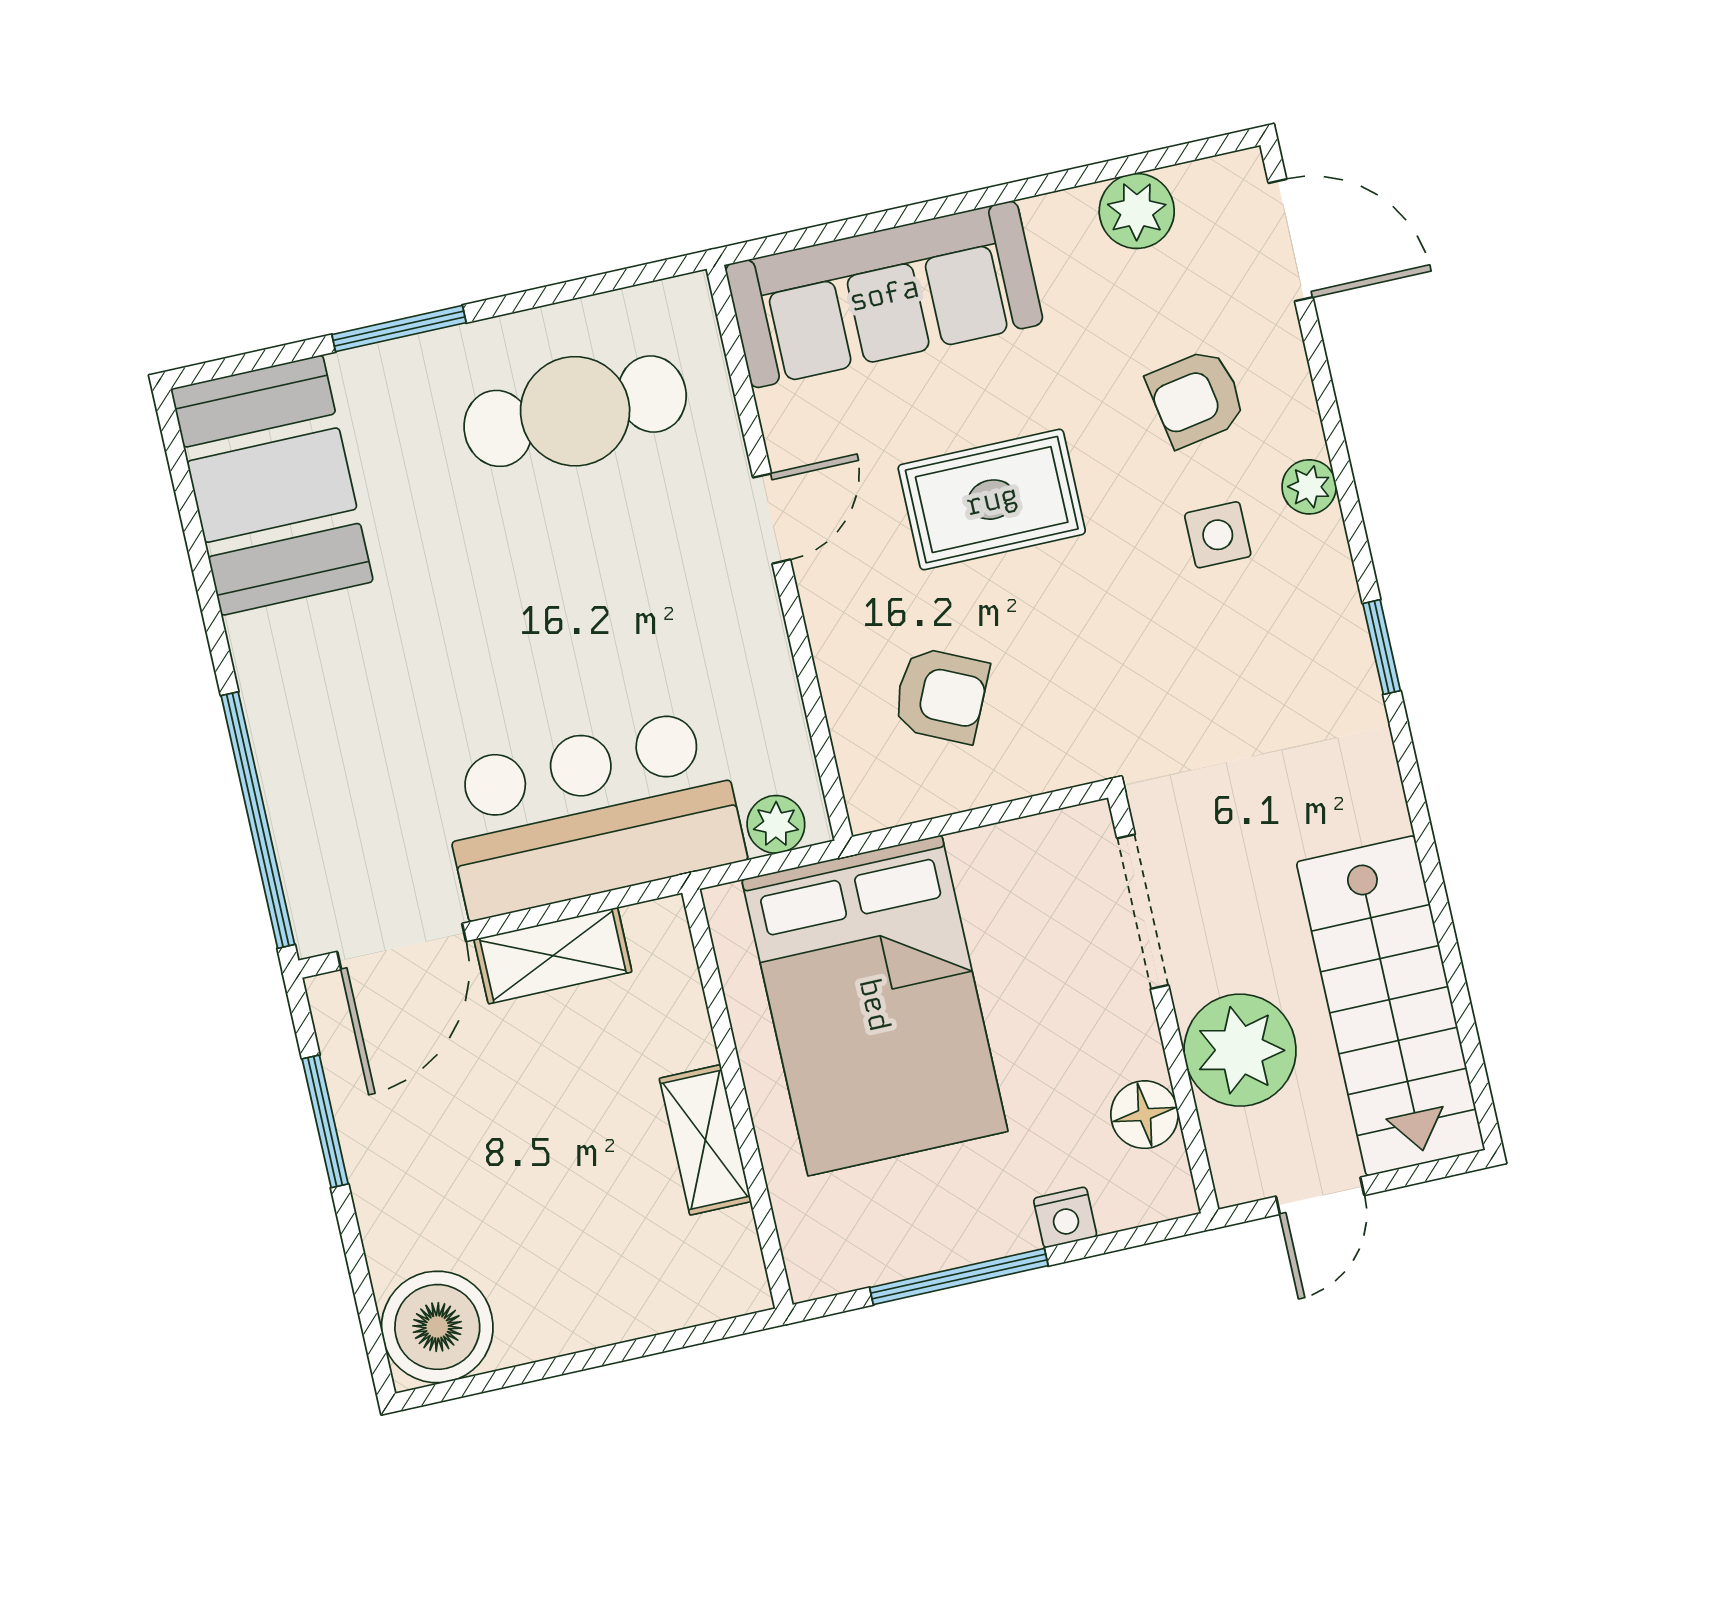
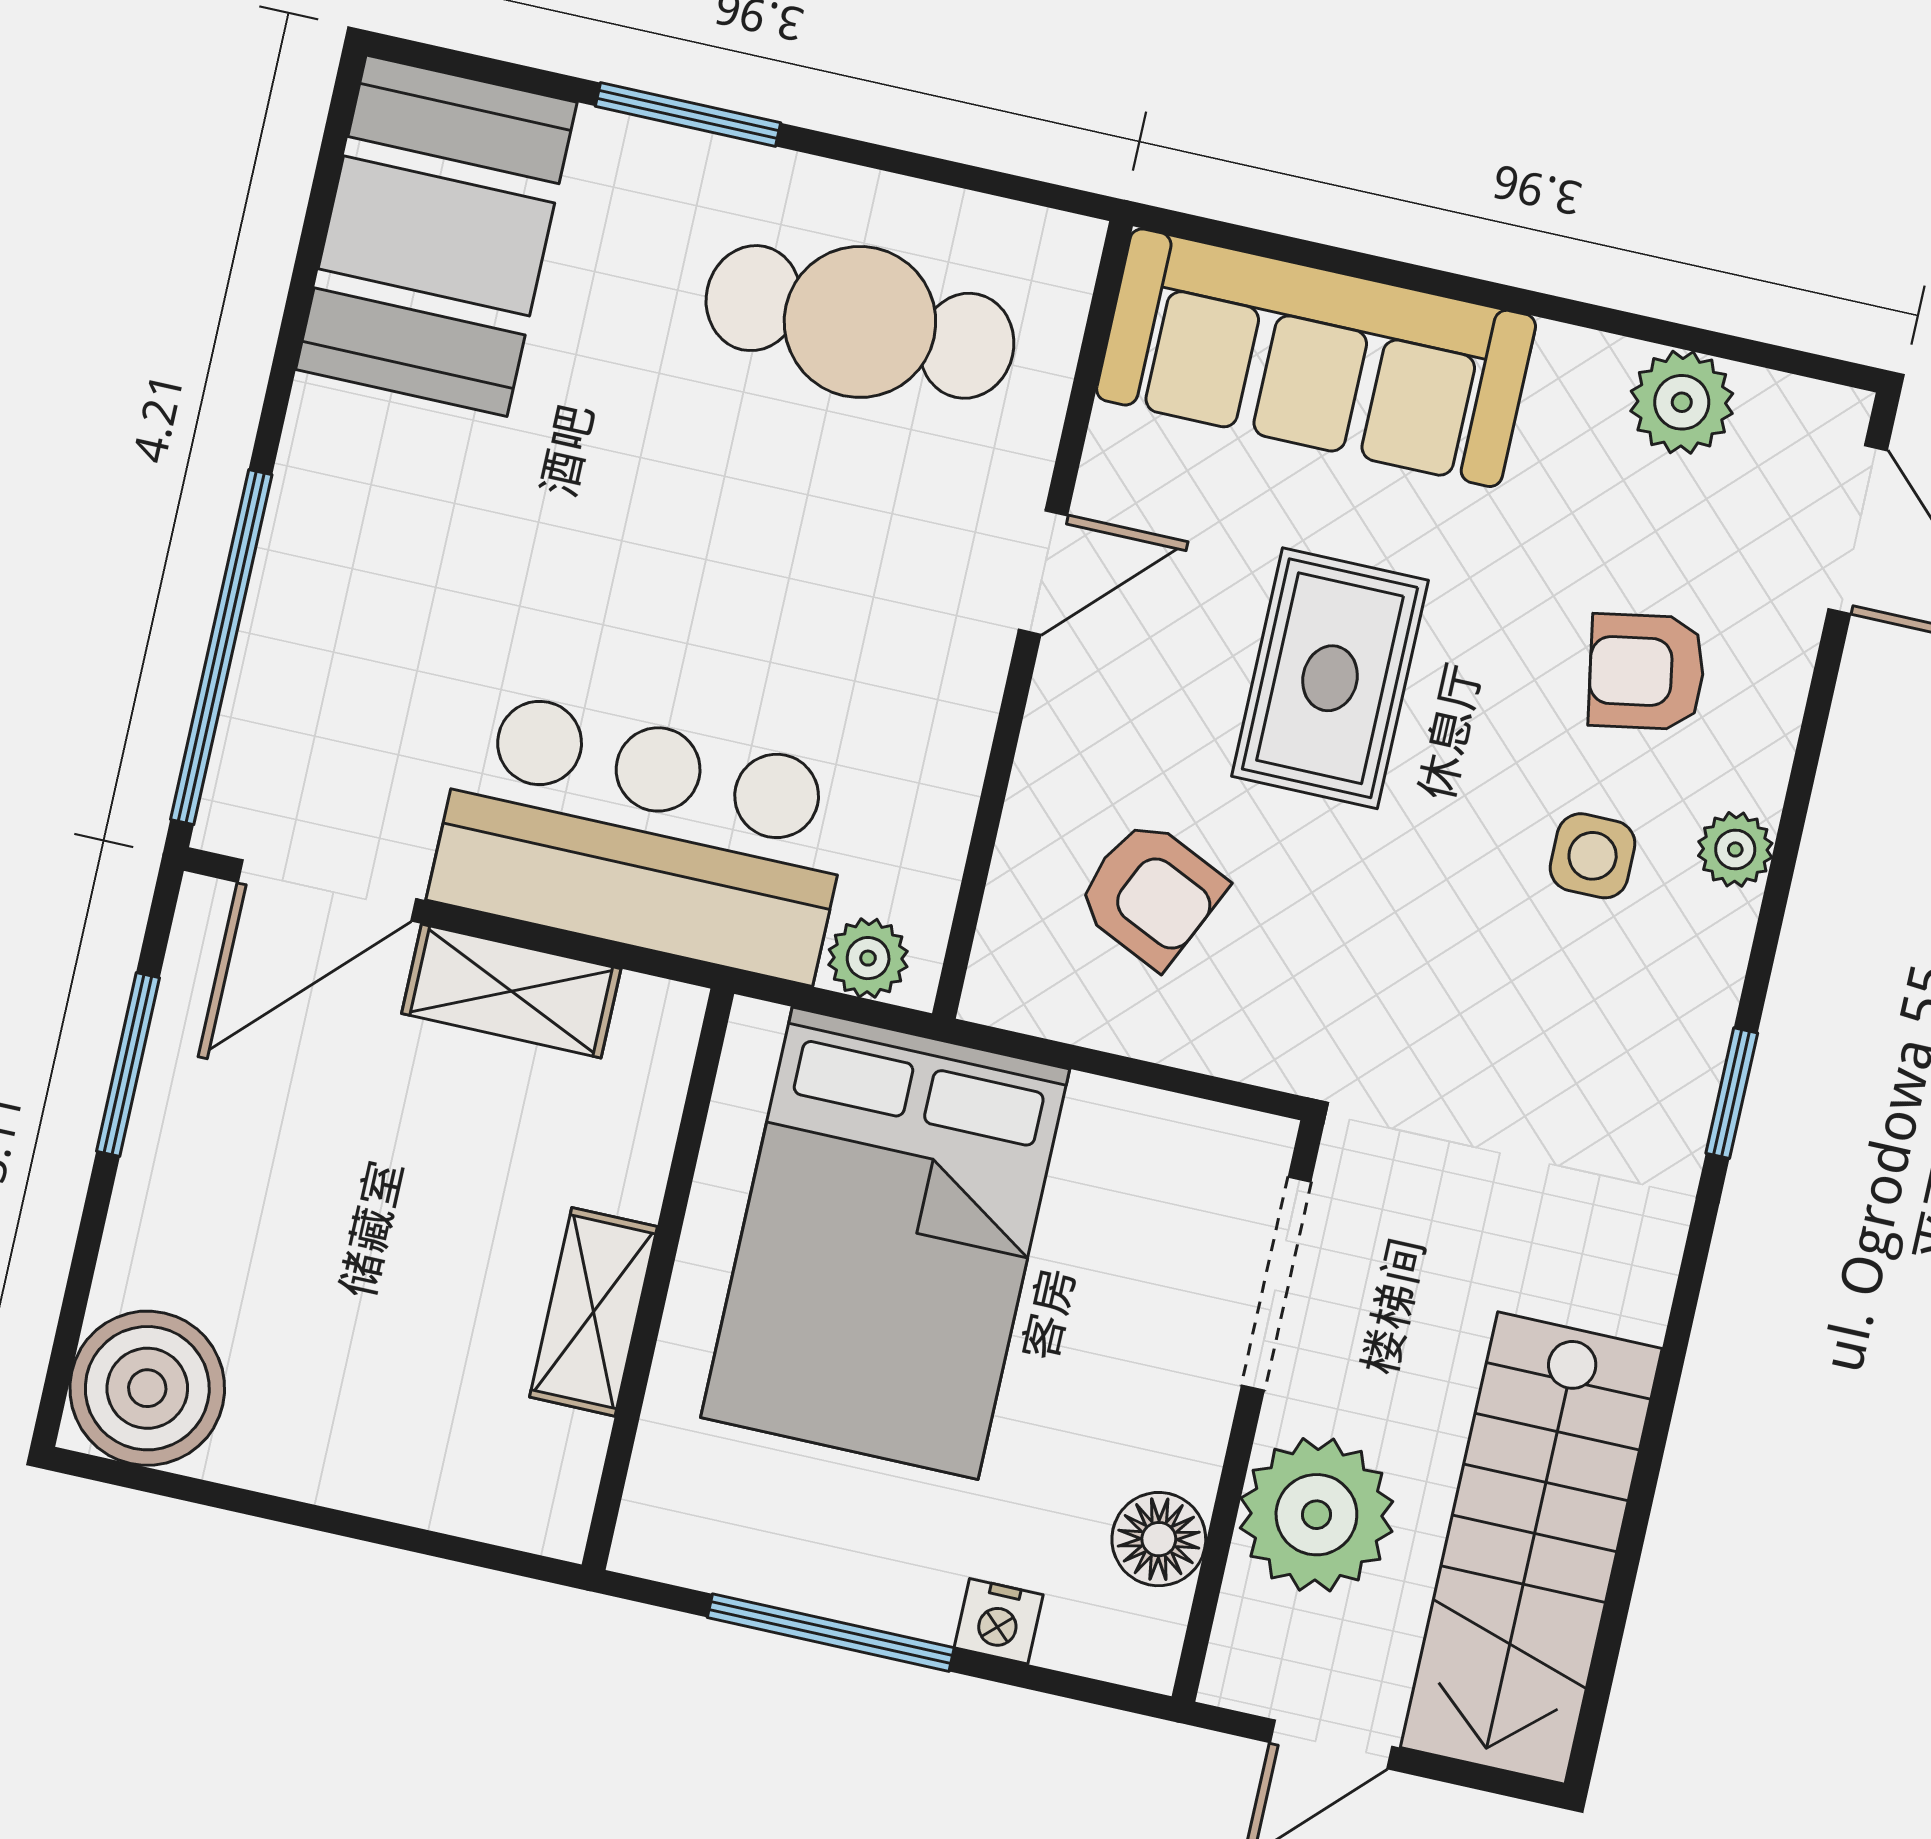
rug: (992, 500) -> (1330, 678), turned 90

